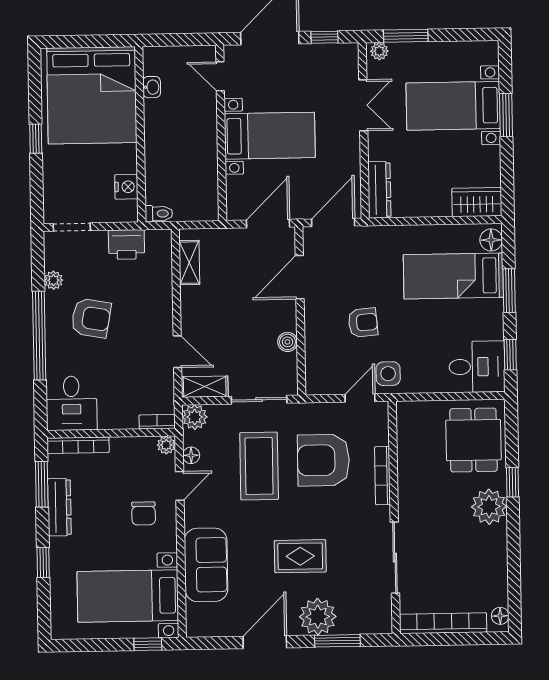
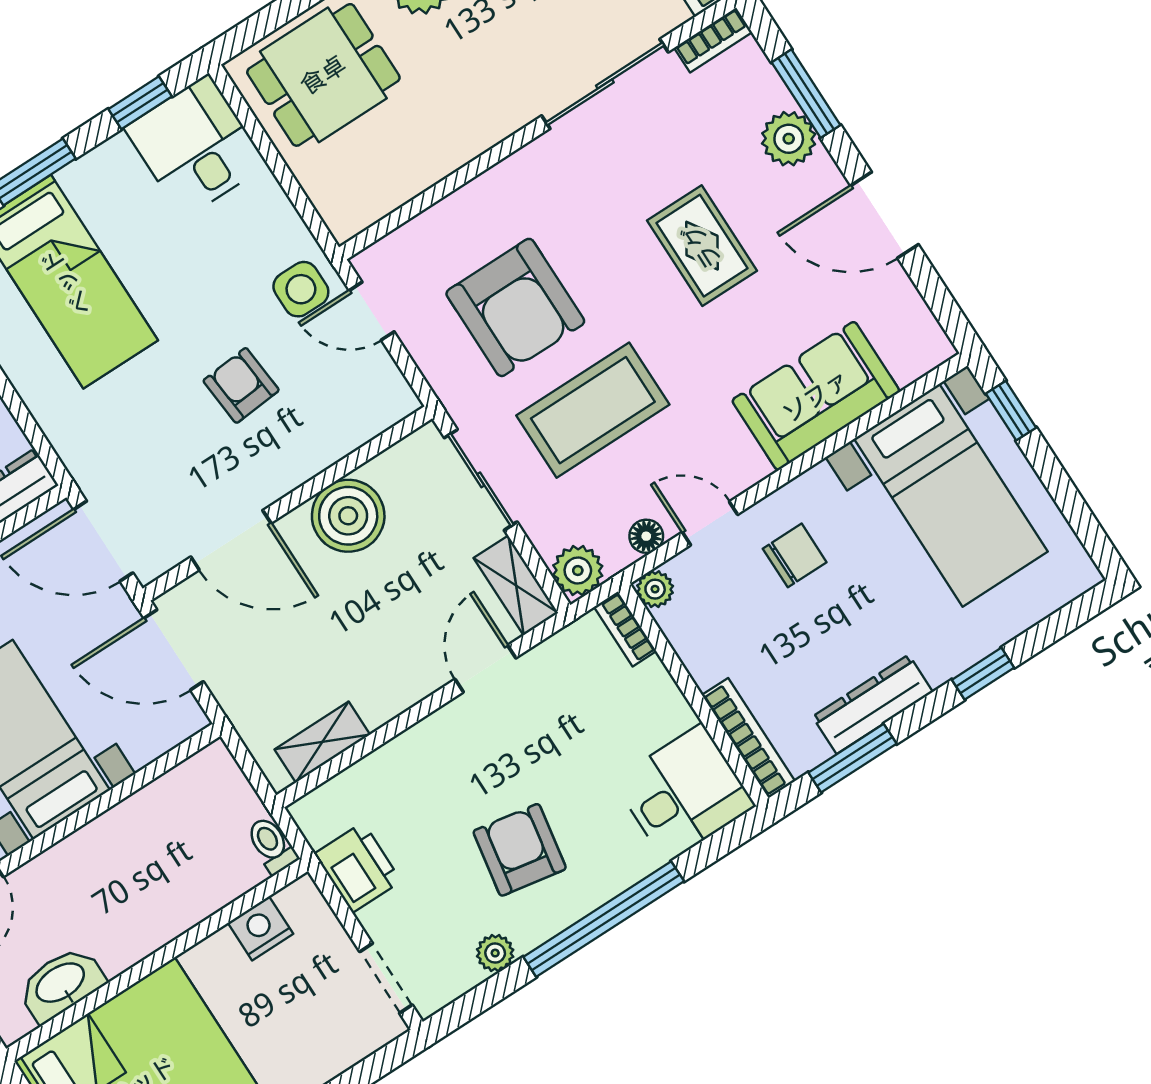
washbasin: (152, 87) -> (61, 984), width x1.91, depth x1.45
boiler: (288, 342) -> (348, 516), width x1.86, depth x1.86
bookcase: (382, 476) -> (713, 40), moved, width x0.64
plant: (318, 617) -> (789, 139), width x0.73, depth x0.73

